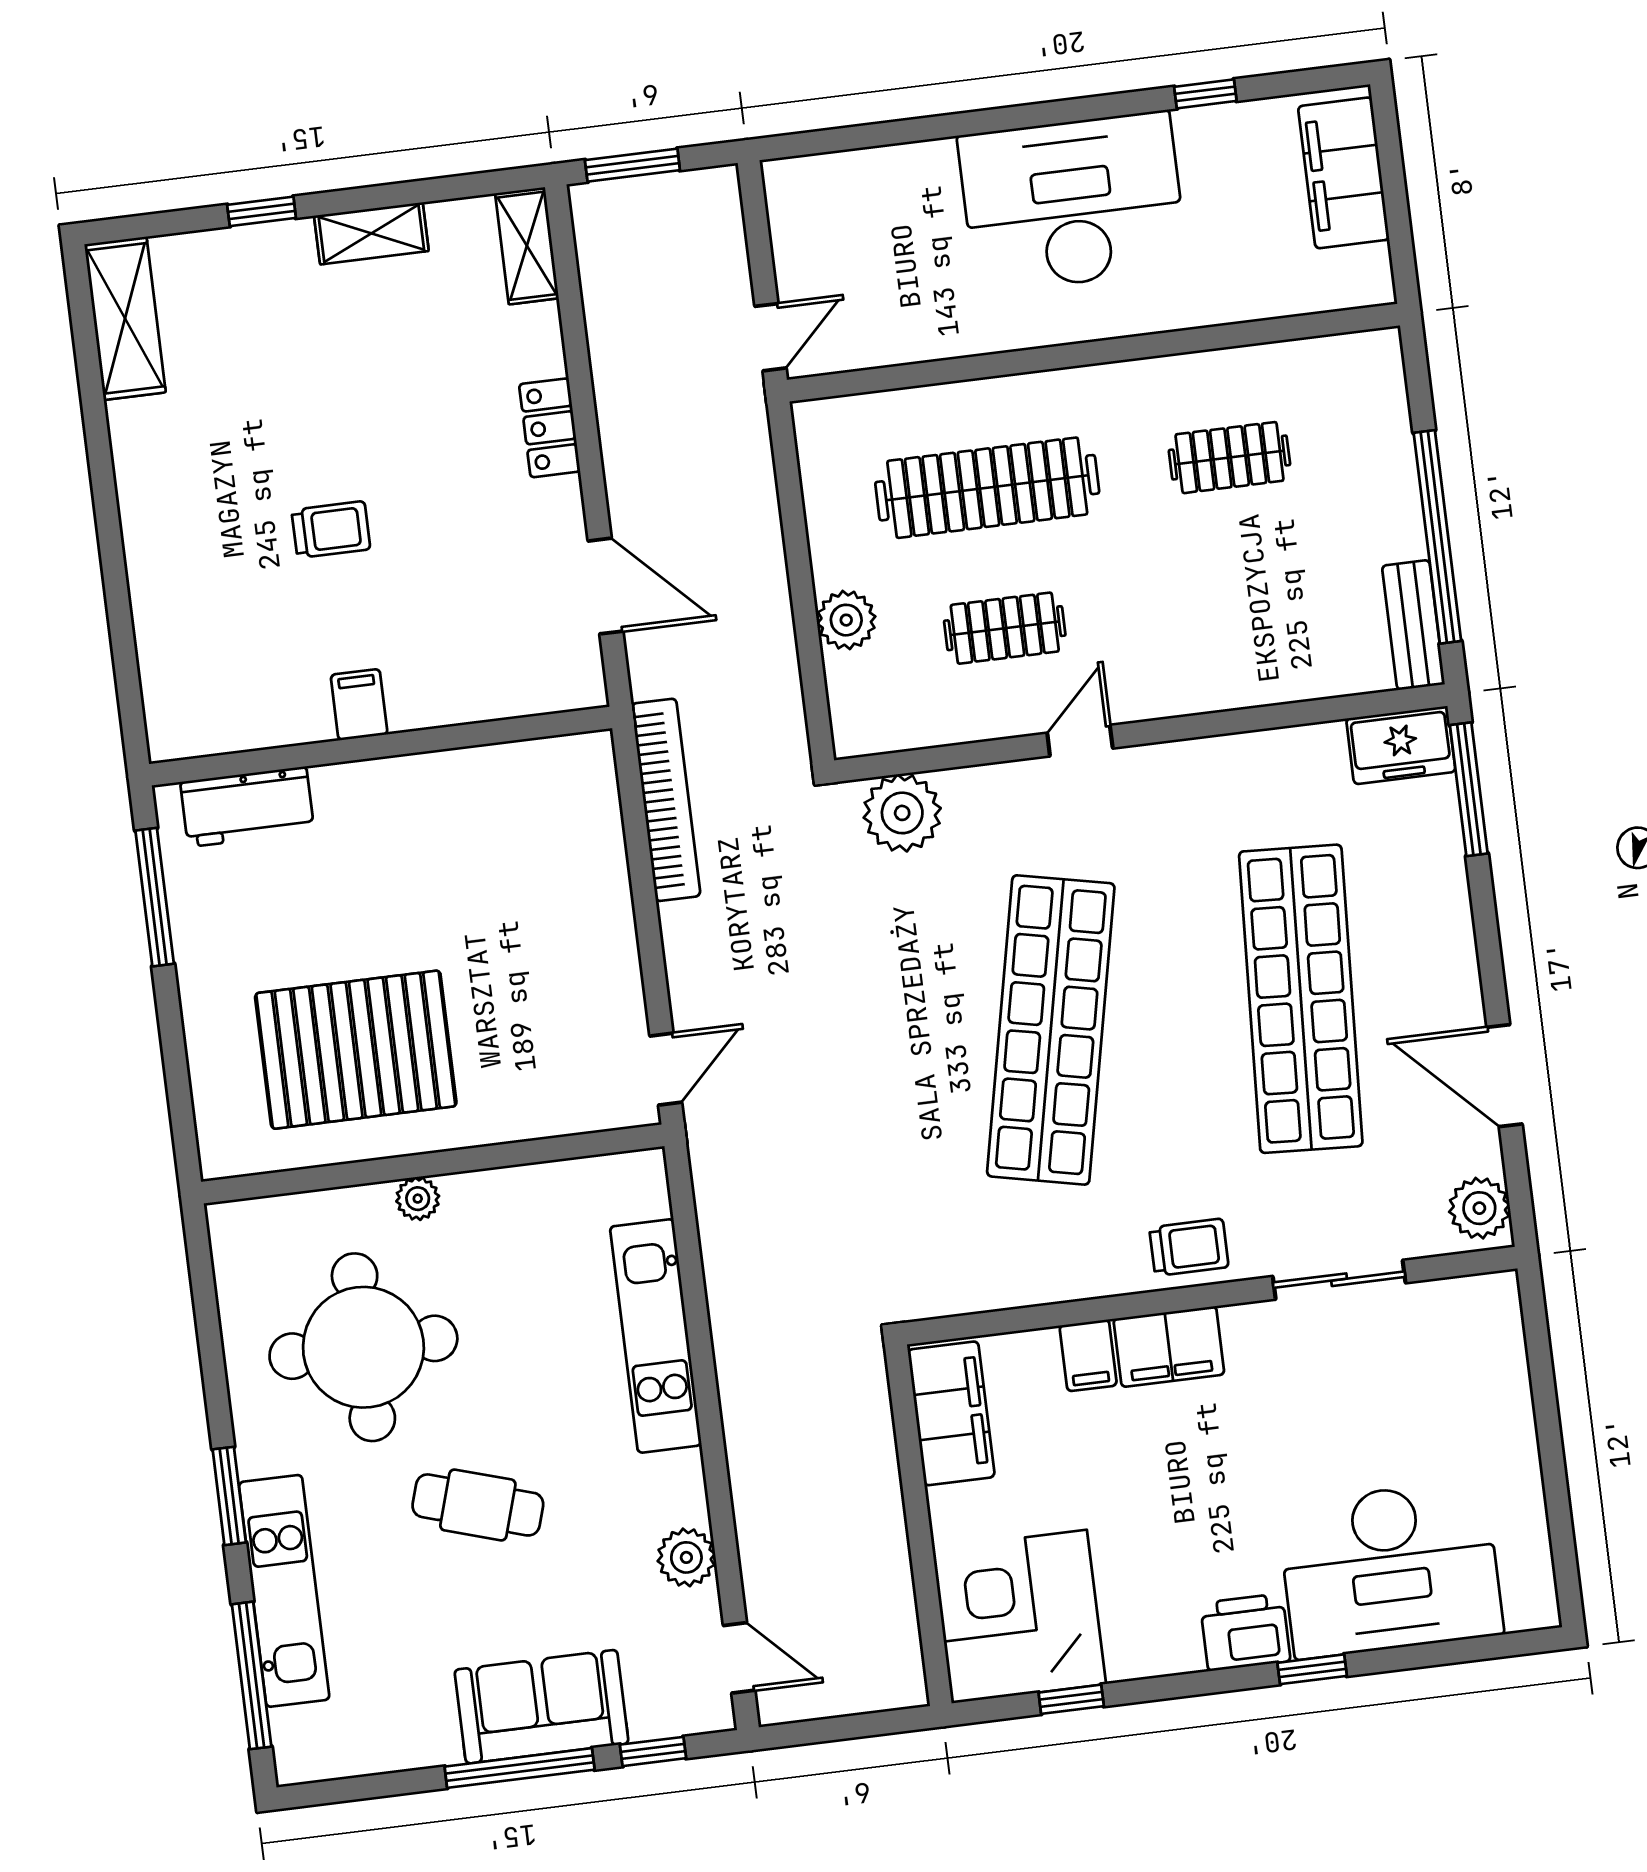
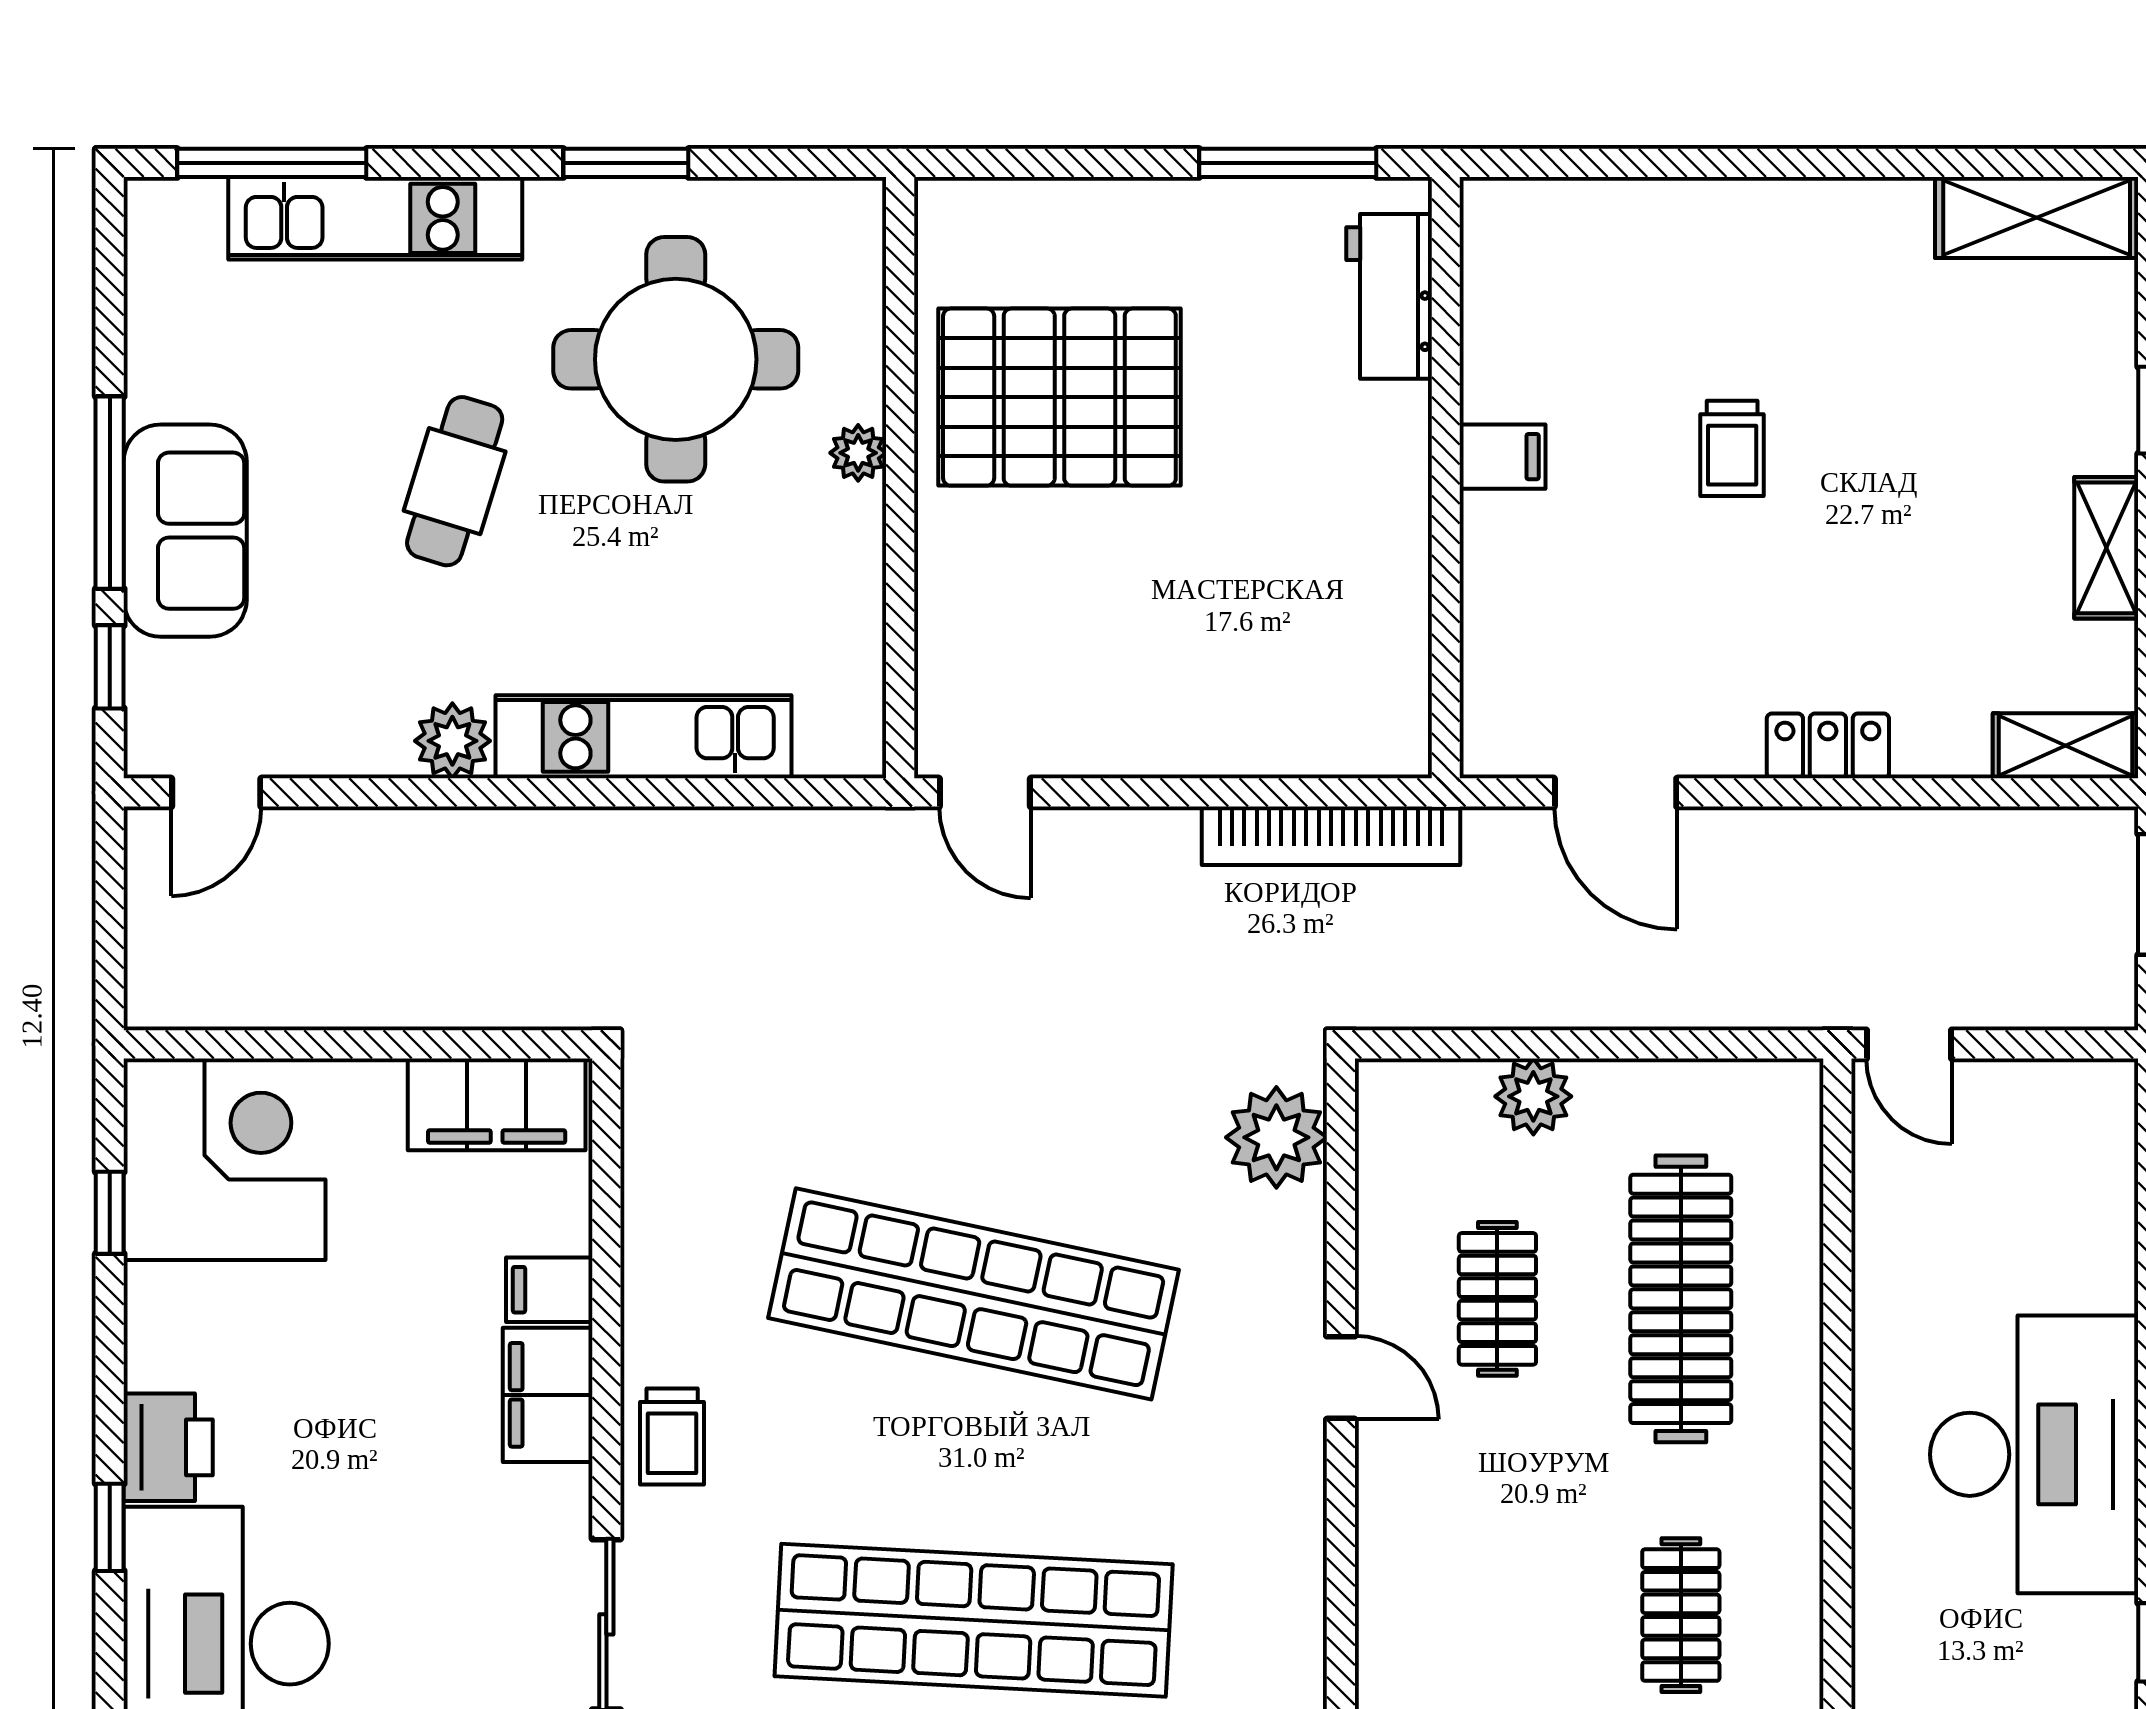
door: (606, 586) -> (1616, 792), hinge flipped
pallet: (356, 1050) -> (1059, 397), turned 90
window: (229, 1496) -> (626, 163), moved
plant: (686, 1557) -> (452, 741), moved

